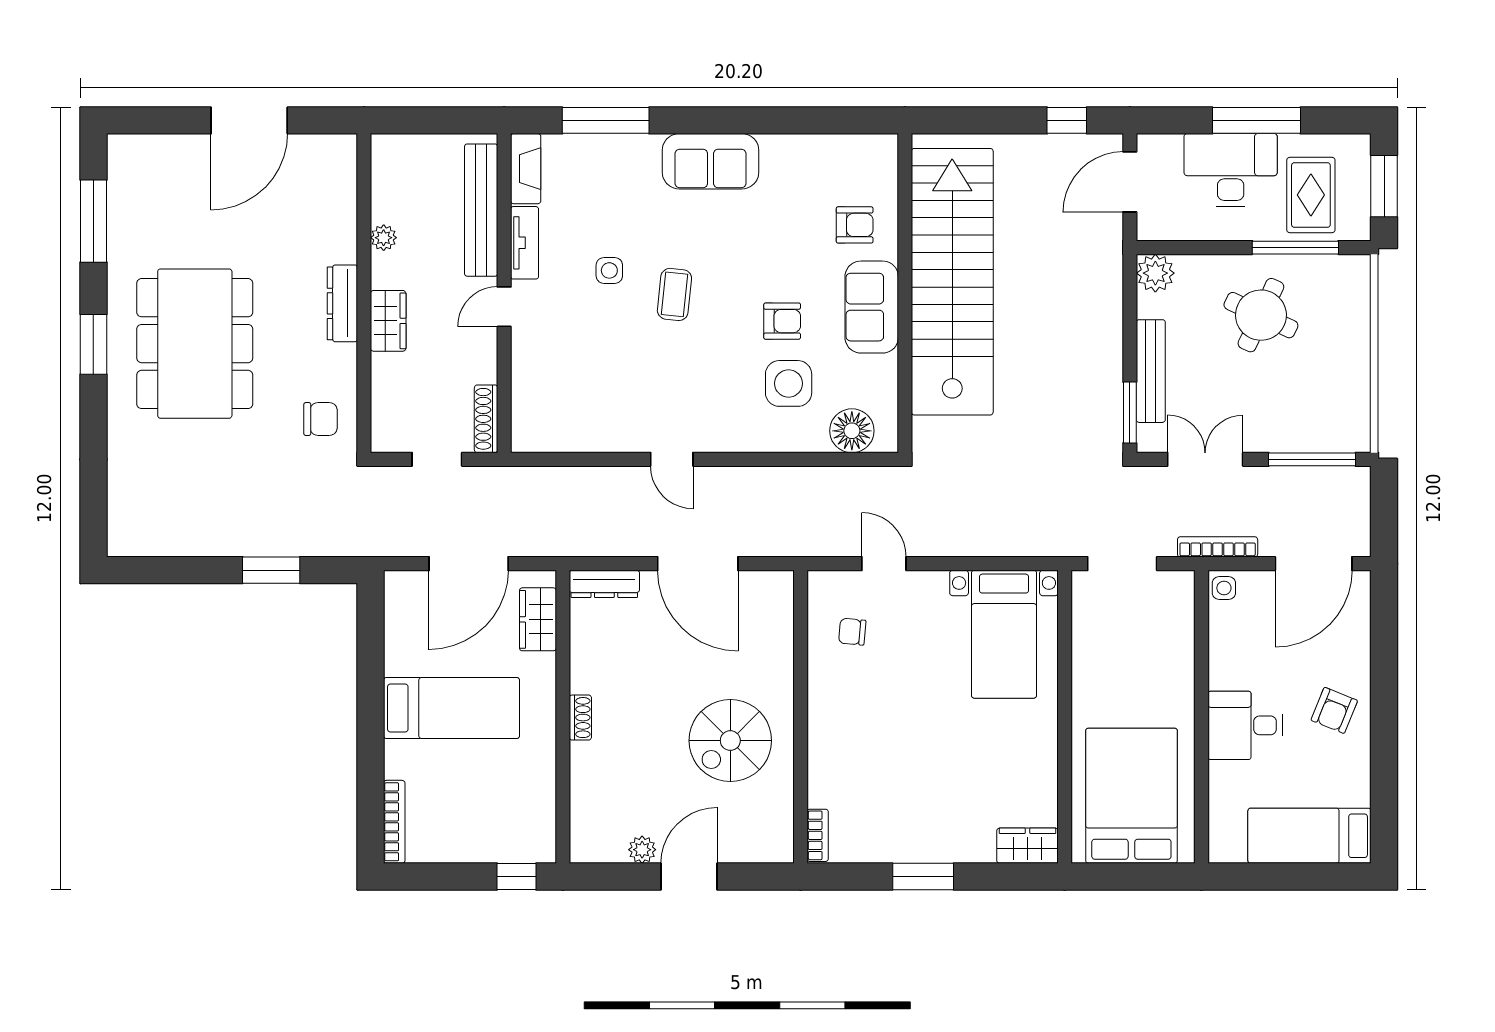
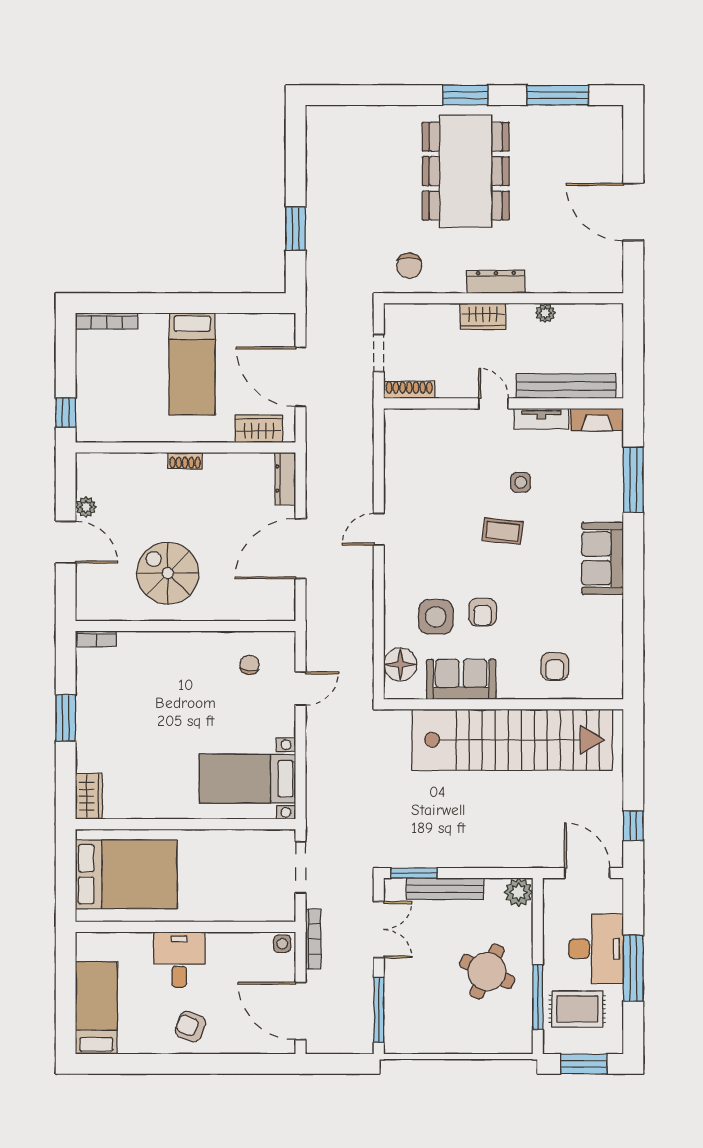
sofa: (872, 307) -> (461, 679), moved
dining table: (195, 344) -> (466, 171), turned 90

